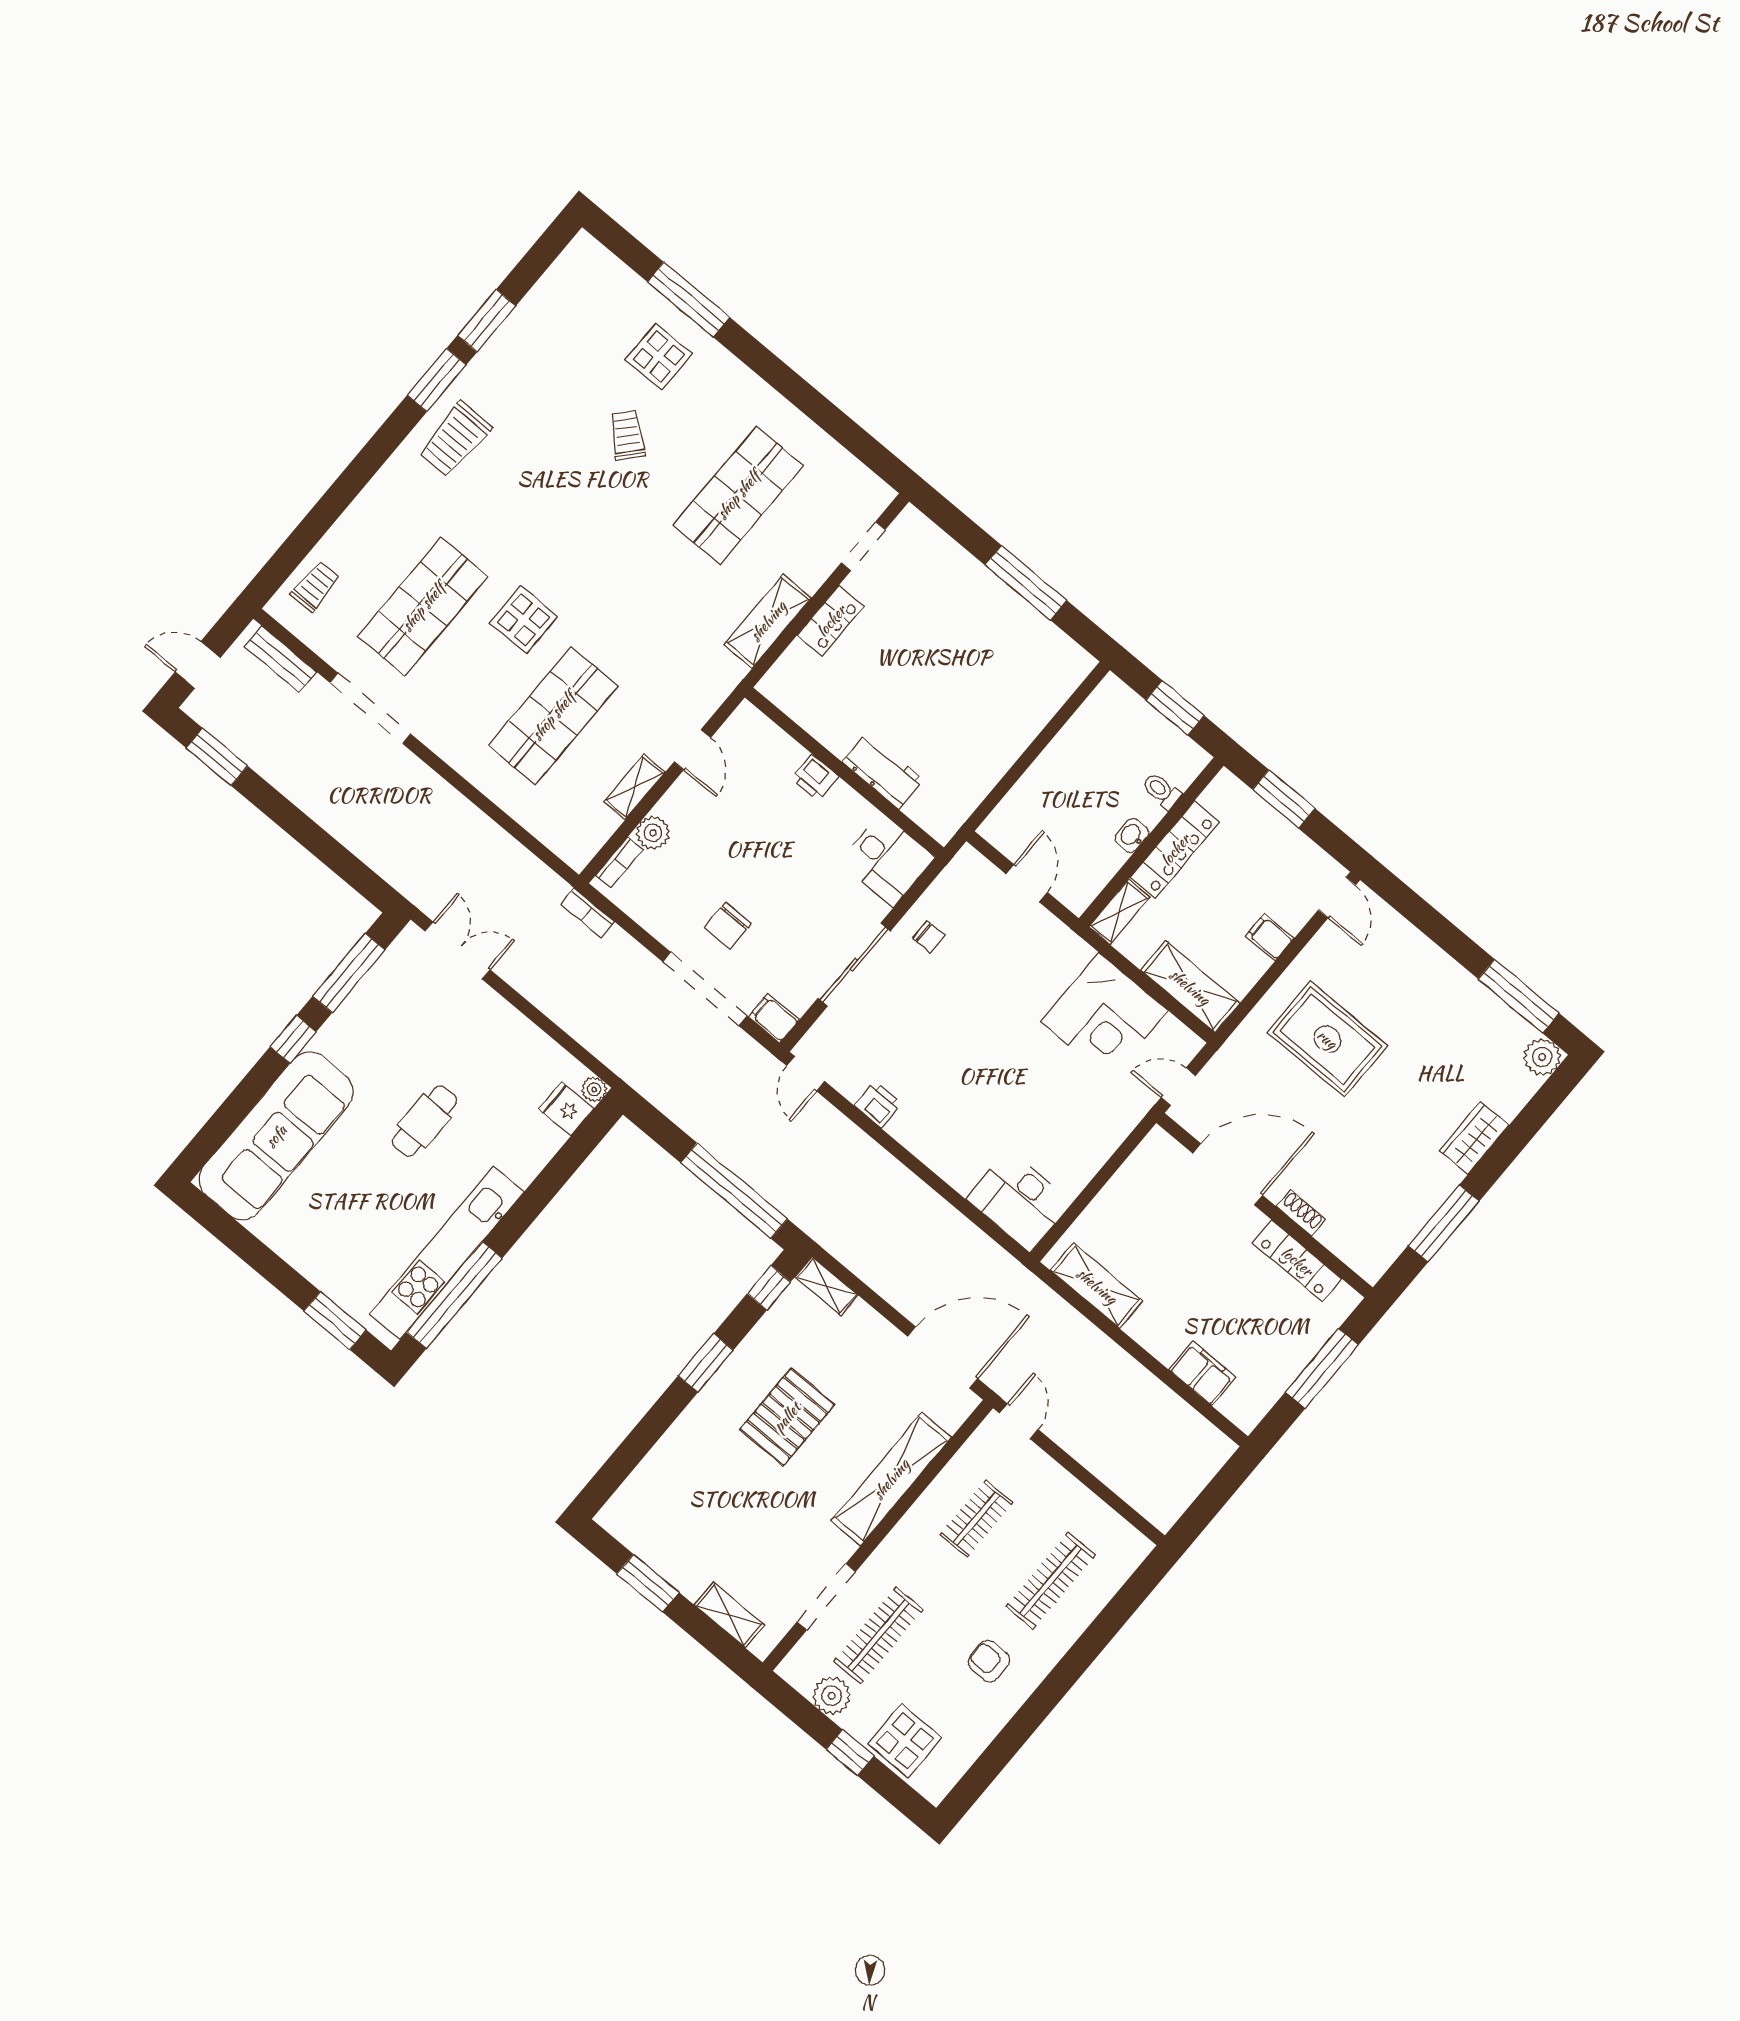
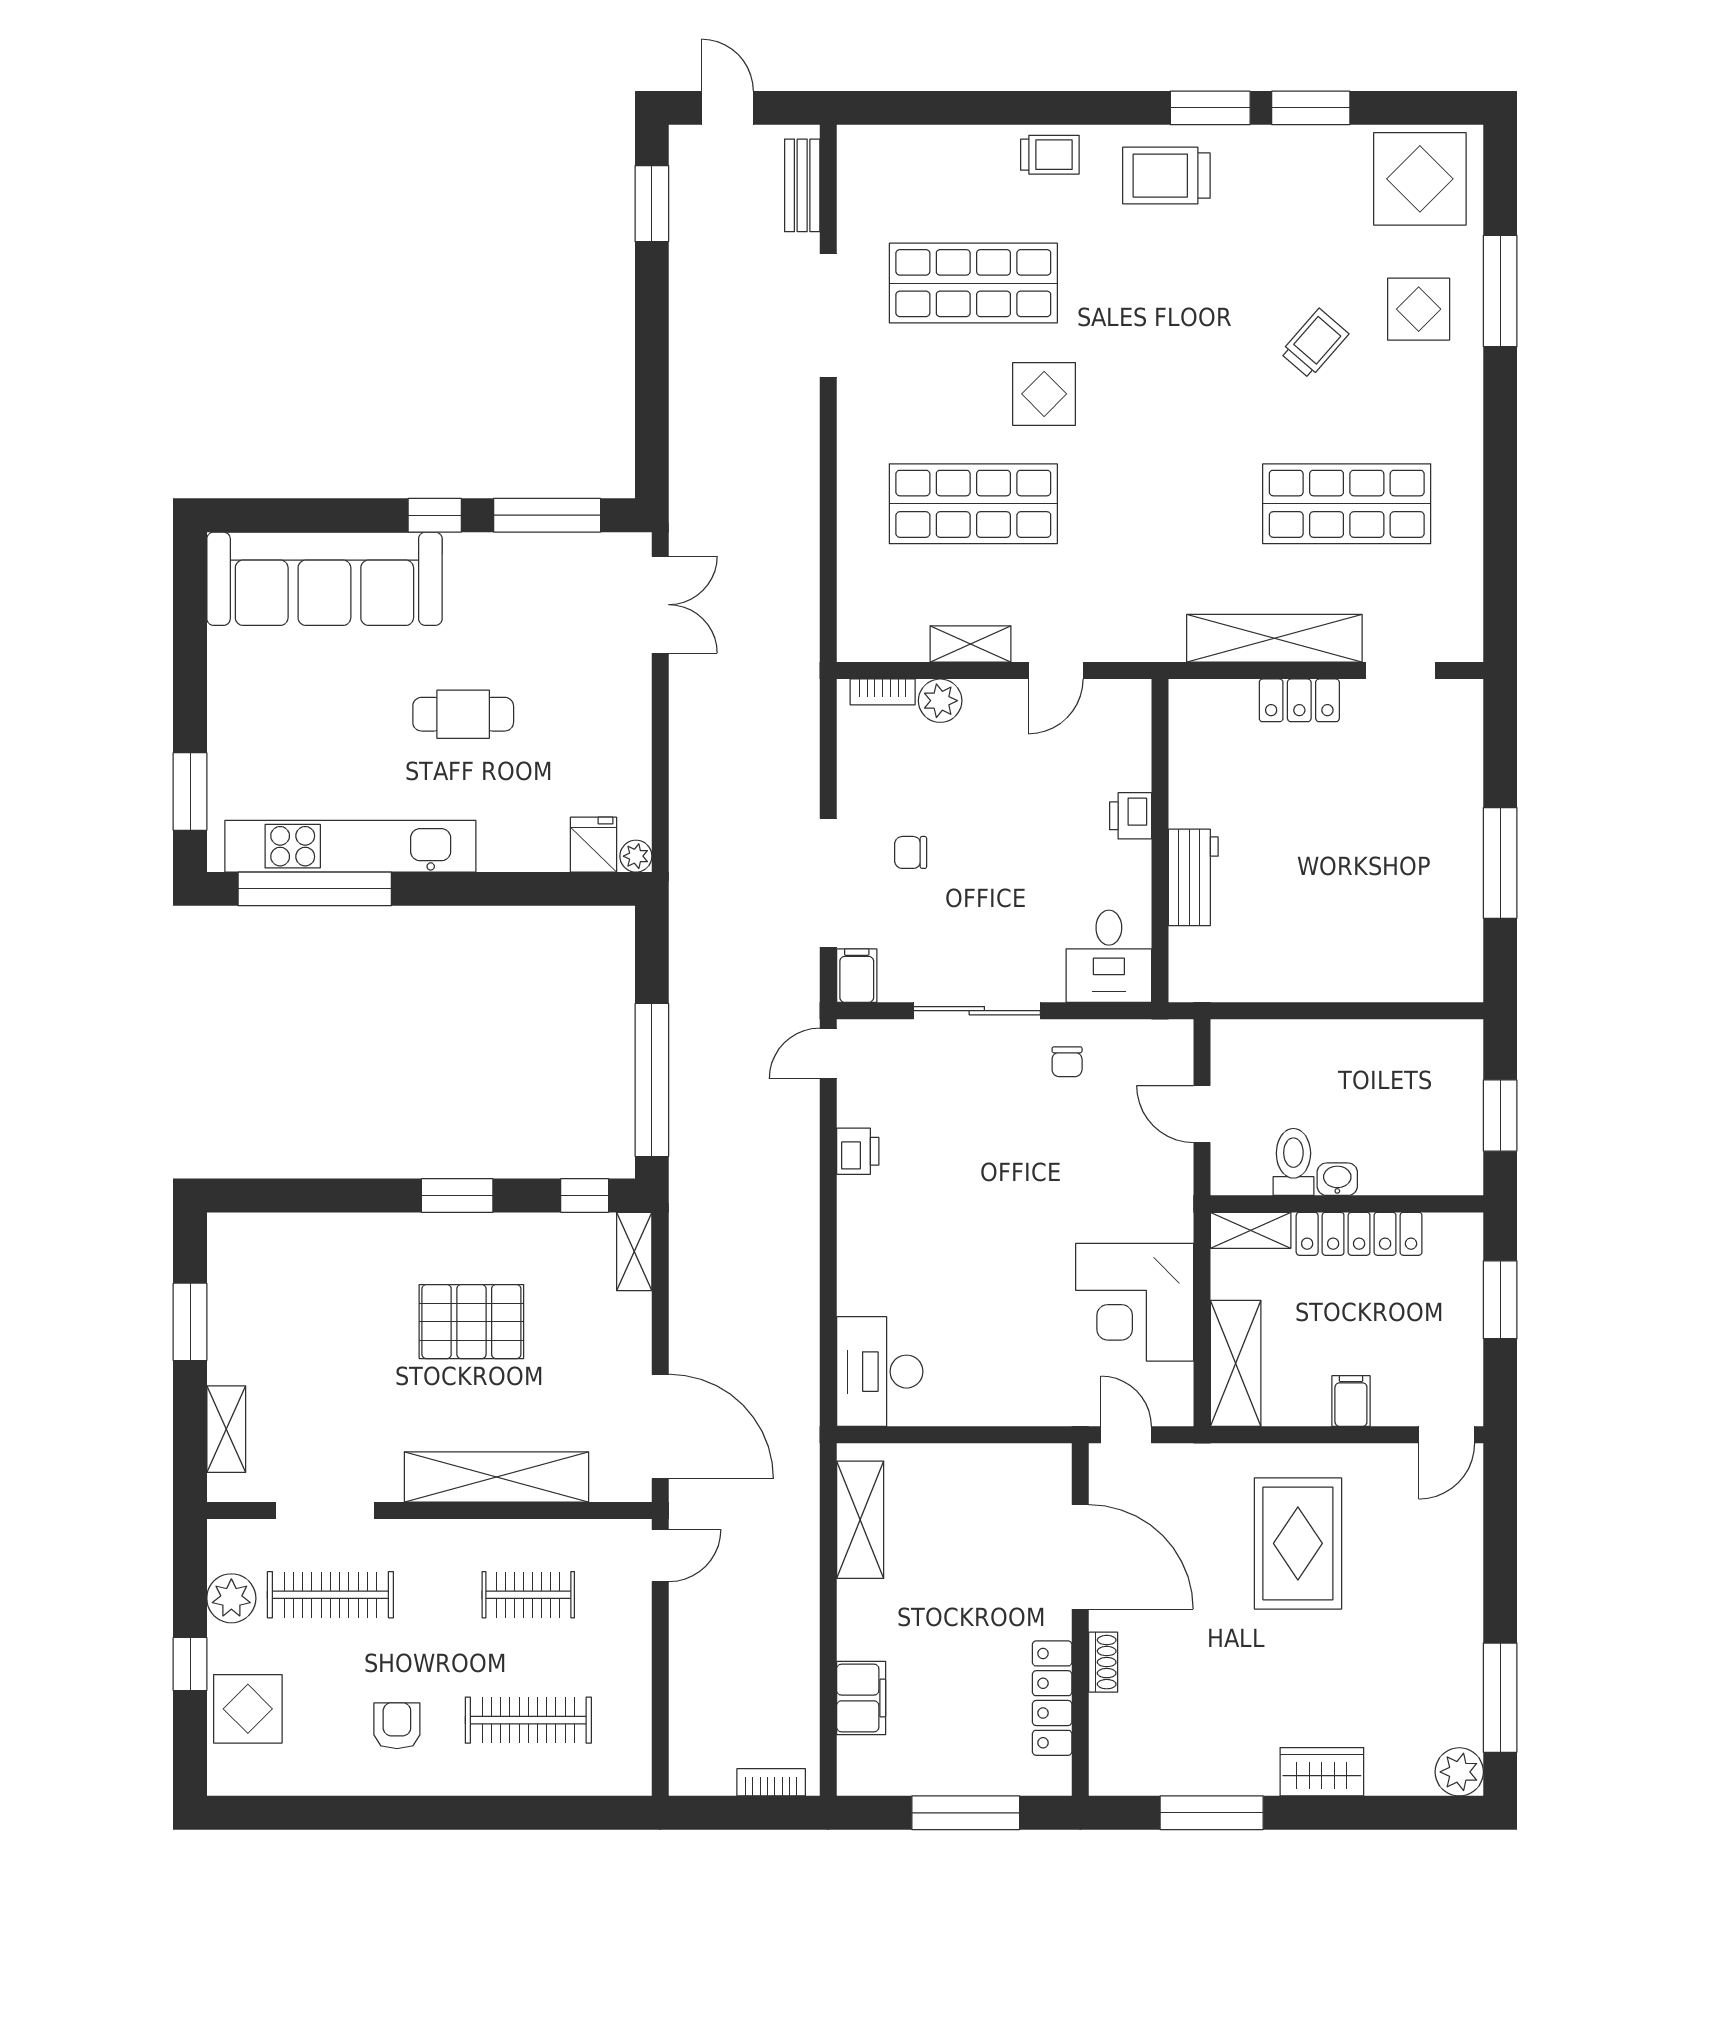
display table: (582, 291) -> (1420, 179), added
trolley: (315, 586) -> (1050, 155), moved
shelving: (768, 621) -> (1274, 638), width x1.47
toilet: (1162, 791) -> (1293, 1162), moved, width x1.37, depth x1.39
door: (1027, 883) -> (1202, 1114), swing flipped
bookcase: (588, 913) -> (771, 1782), moved, turned 90
chair: (728, 925) -> (911, 852), width x0.73, depth x0.73

